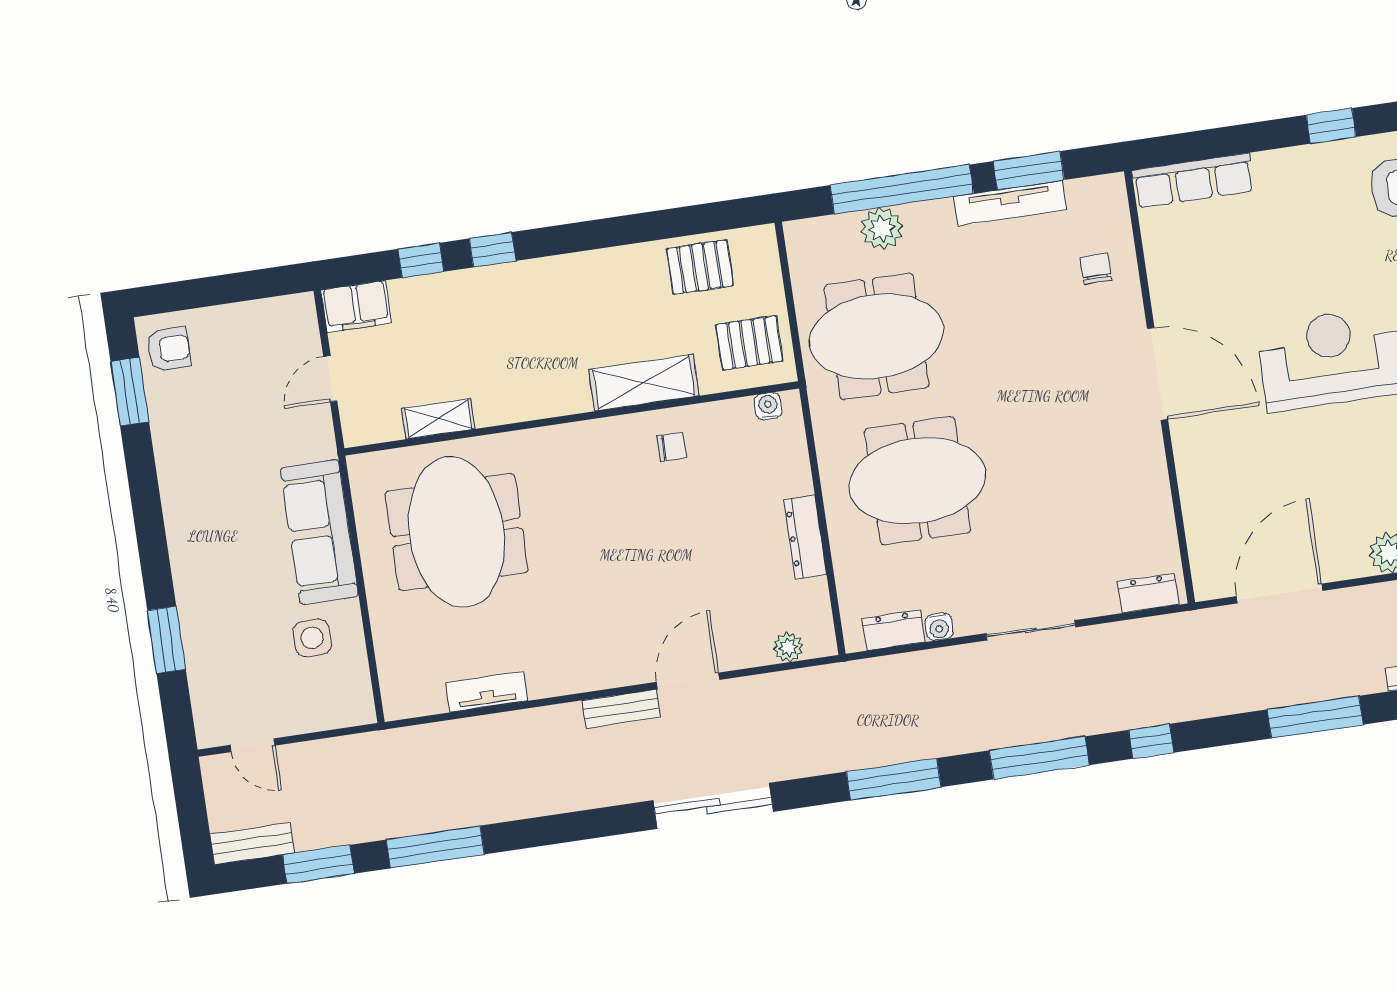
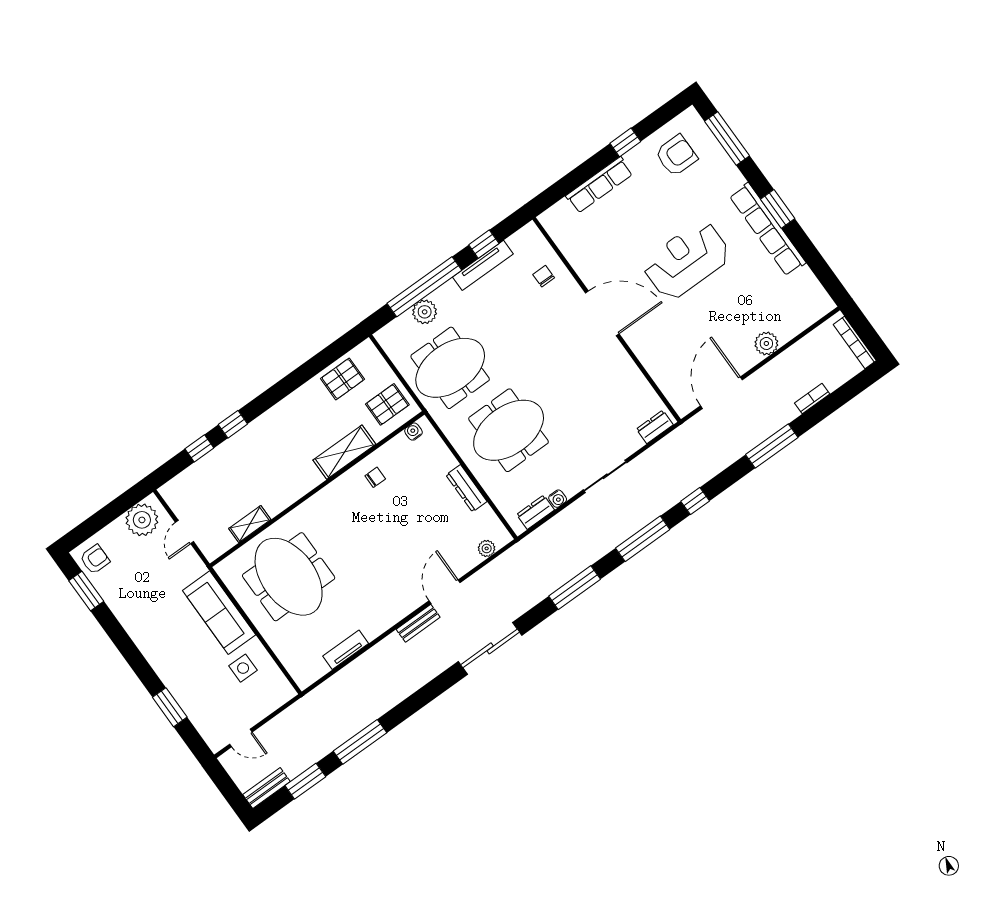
window: (1029, 171) -> (484, 244), width x0.67
row of seats: (1193, 181) -> (599, 185), moved
filing cabinet: (356, 306) -> (179, 489), removed
plant: (274, 325) -> (142, 520), added

